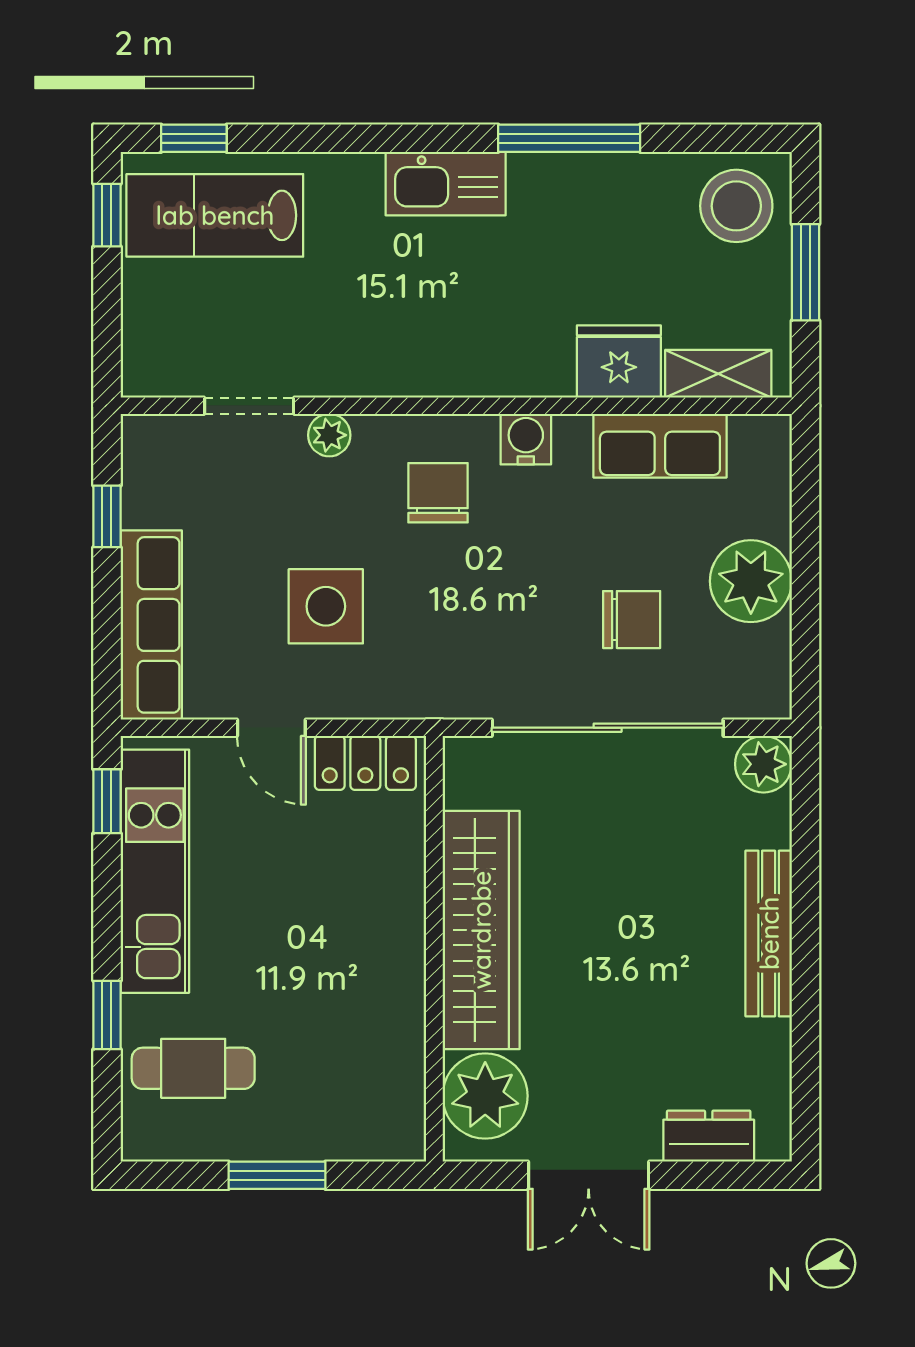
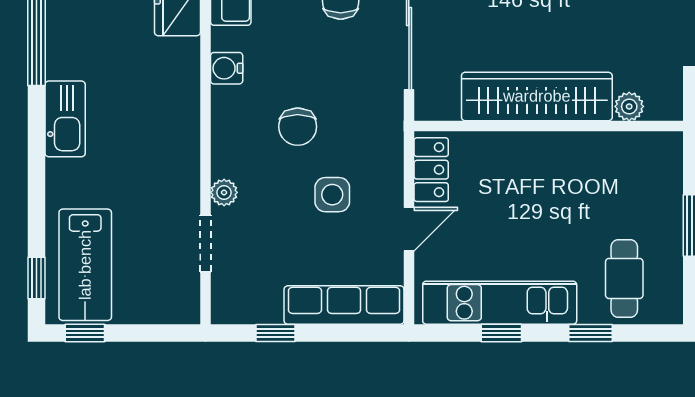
chair: (438, 493) -> (298, 127), moved, turned -90
side table: (326, 606) -> (332, 195), width x0.73, depth x0.73
window: (107, 801) -> (501, 333), moved
plant: (485, 1096) -> (629, 106), width x0.53, depth x0.53

